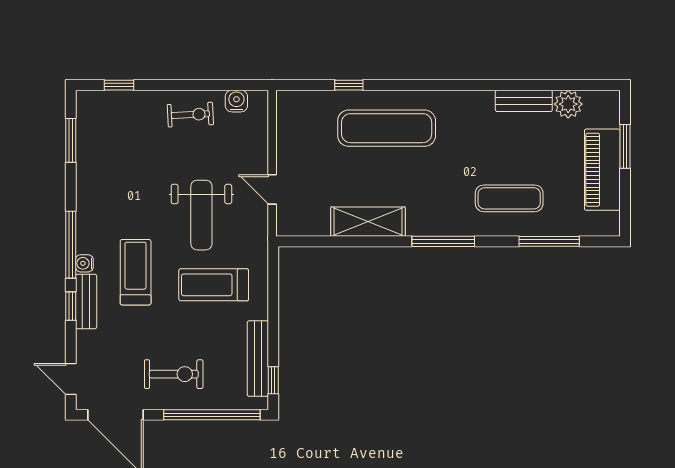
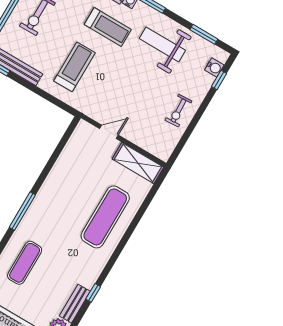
window: (349, 85) -> (93, 293), moved
water cooler: (236, 101) -> (214, 67), moved
weight bench: (201, 215) -> (162, 44), moved
shelving: (368, 222) -> (138, 163), moved, turned 90

